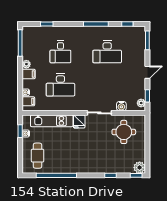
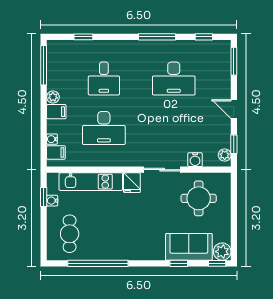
door: (147, 72) -> (234, 109), swing flipped
sofa: (117, 164) -> (189, 247), added

